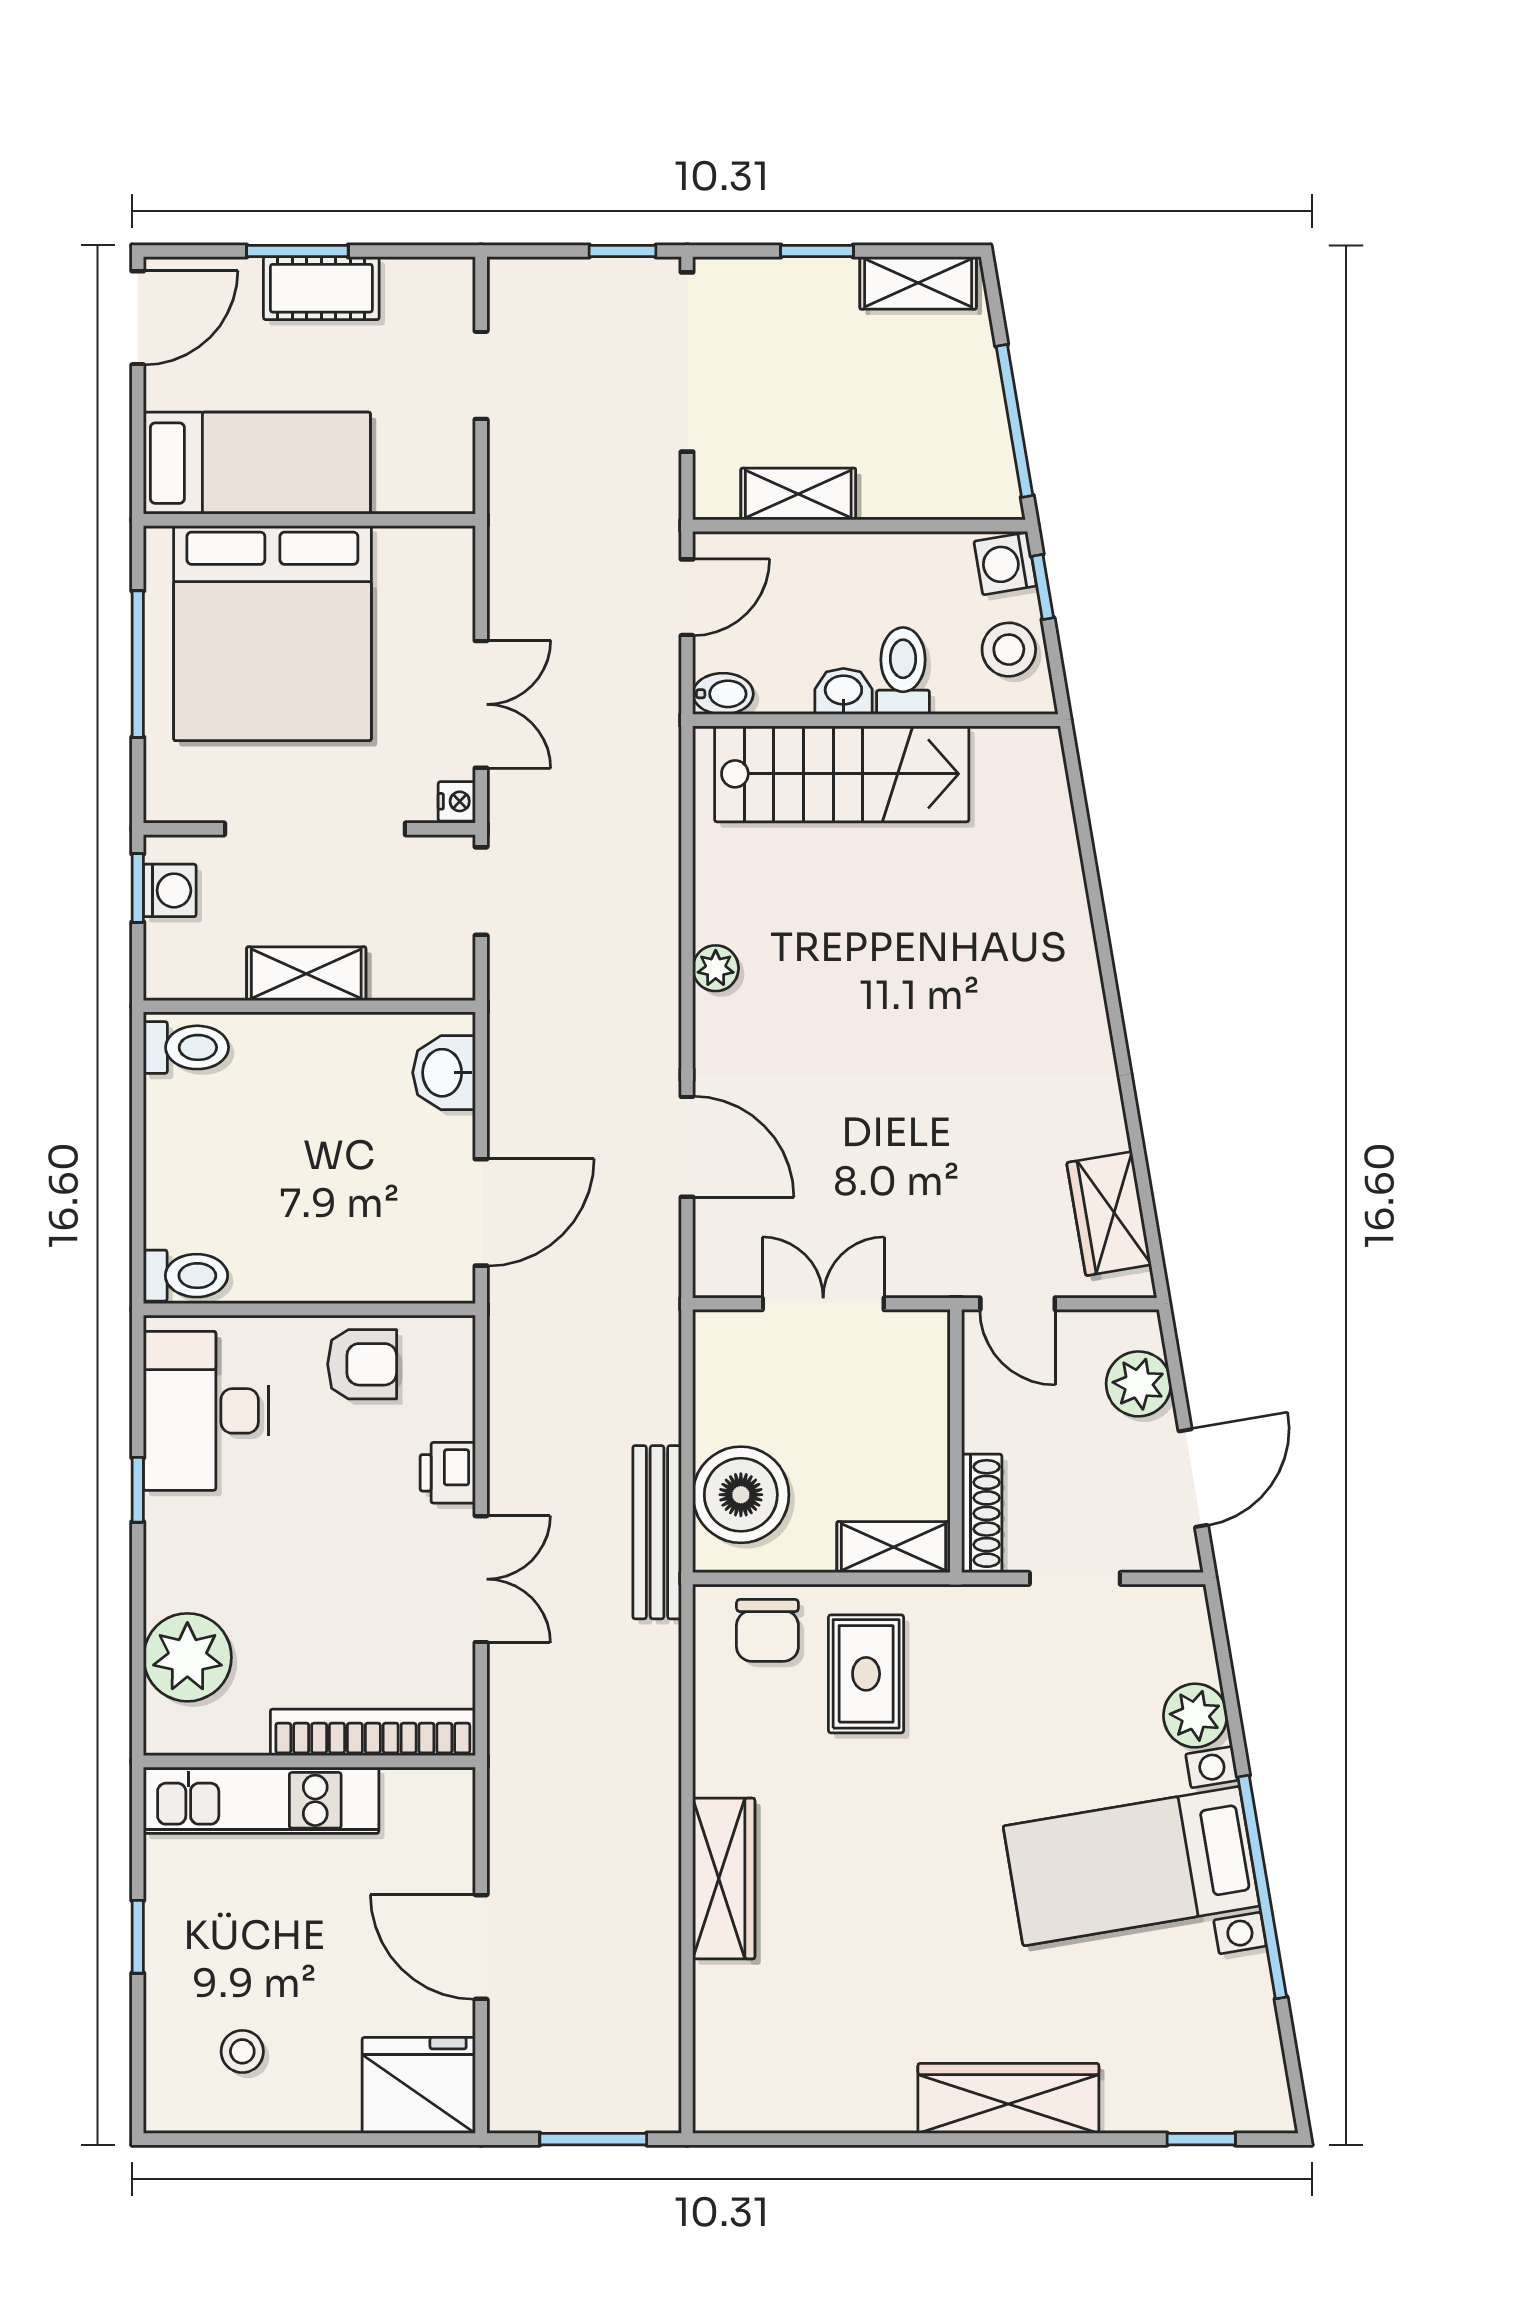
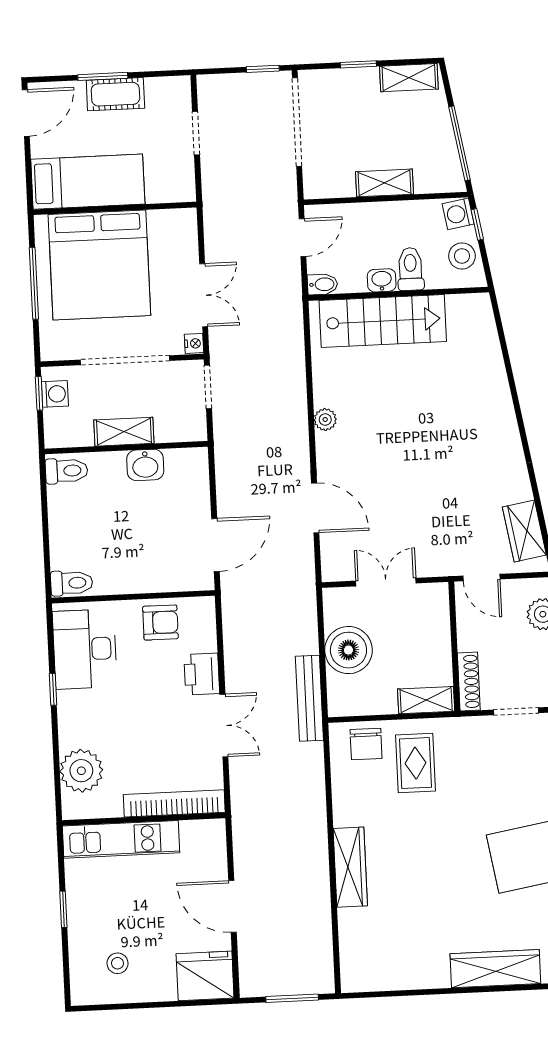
shelving: (798, 494) -> (385, 183), moved
washbasin: (444, 1073) -> (145, 465), moved, turned -90
printer: (448, 1473) -> (202, 674), width x1.36, depth x1.24
boiler: (741, 1495) -> (348, 650), moved

